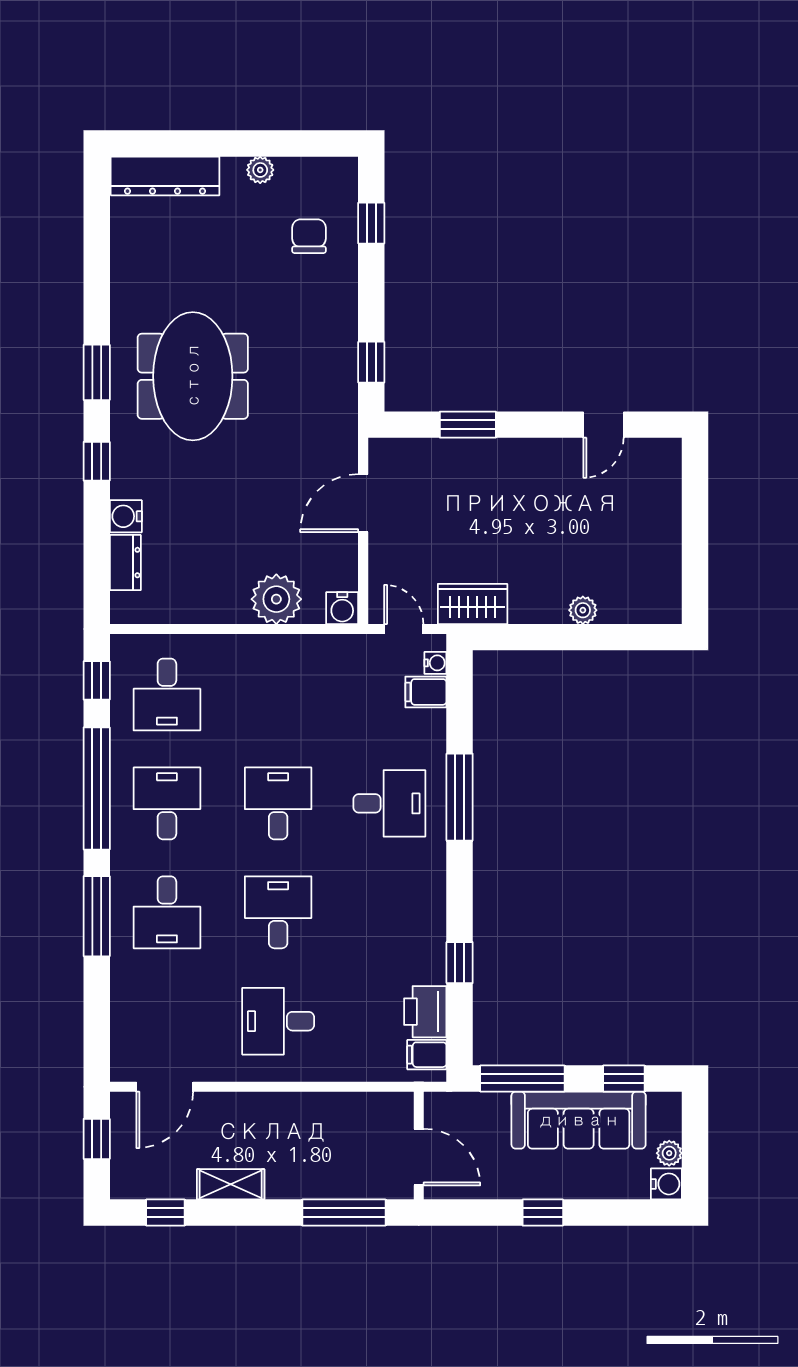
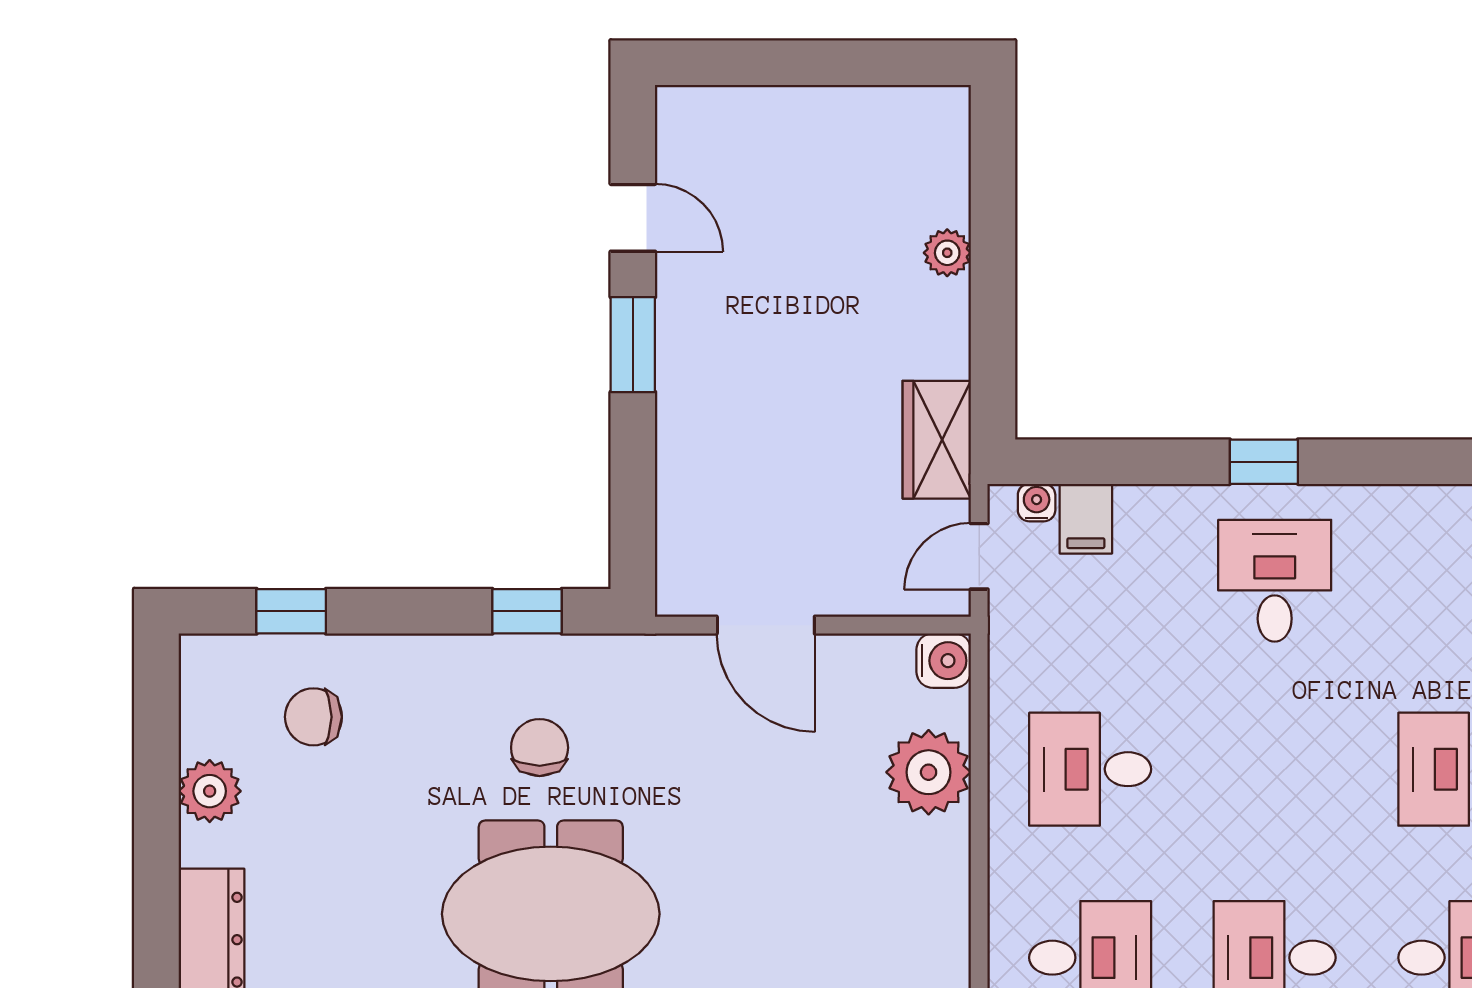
plant: (260, 170) -> (210, 791), width x1.38, depth x1.38
chair: (291, 370) -> (540, 748), added
window: (468, 425) -> (633, 345), moved
window: (460, 797) -> (1264, 462), width x0.46
desk: (278, 803) -> (1090, 769), moved

